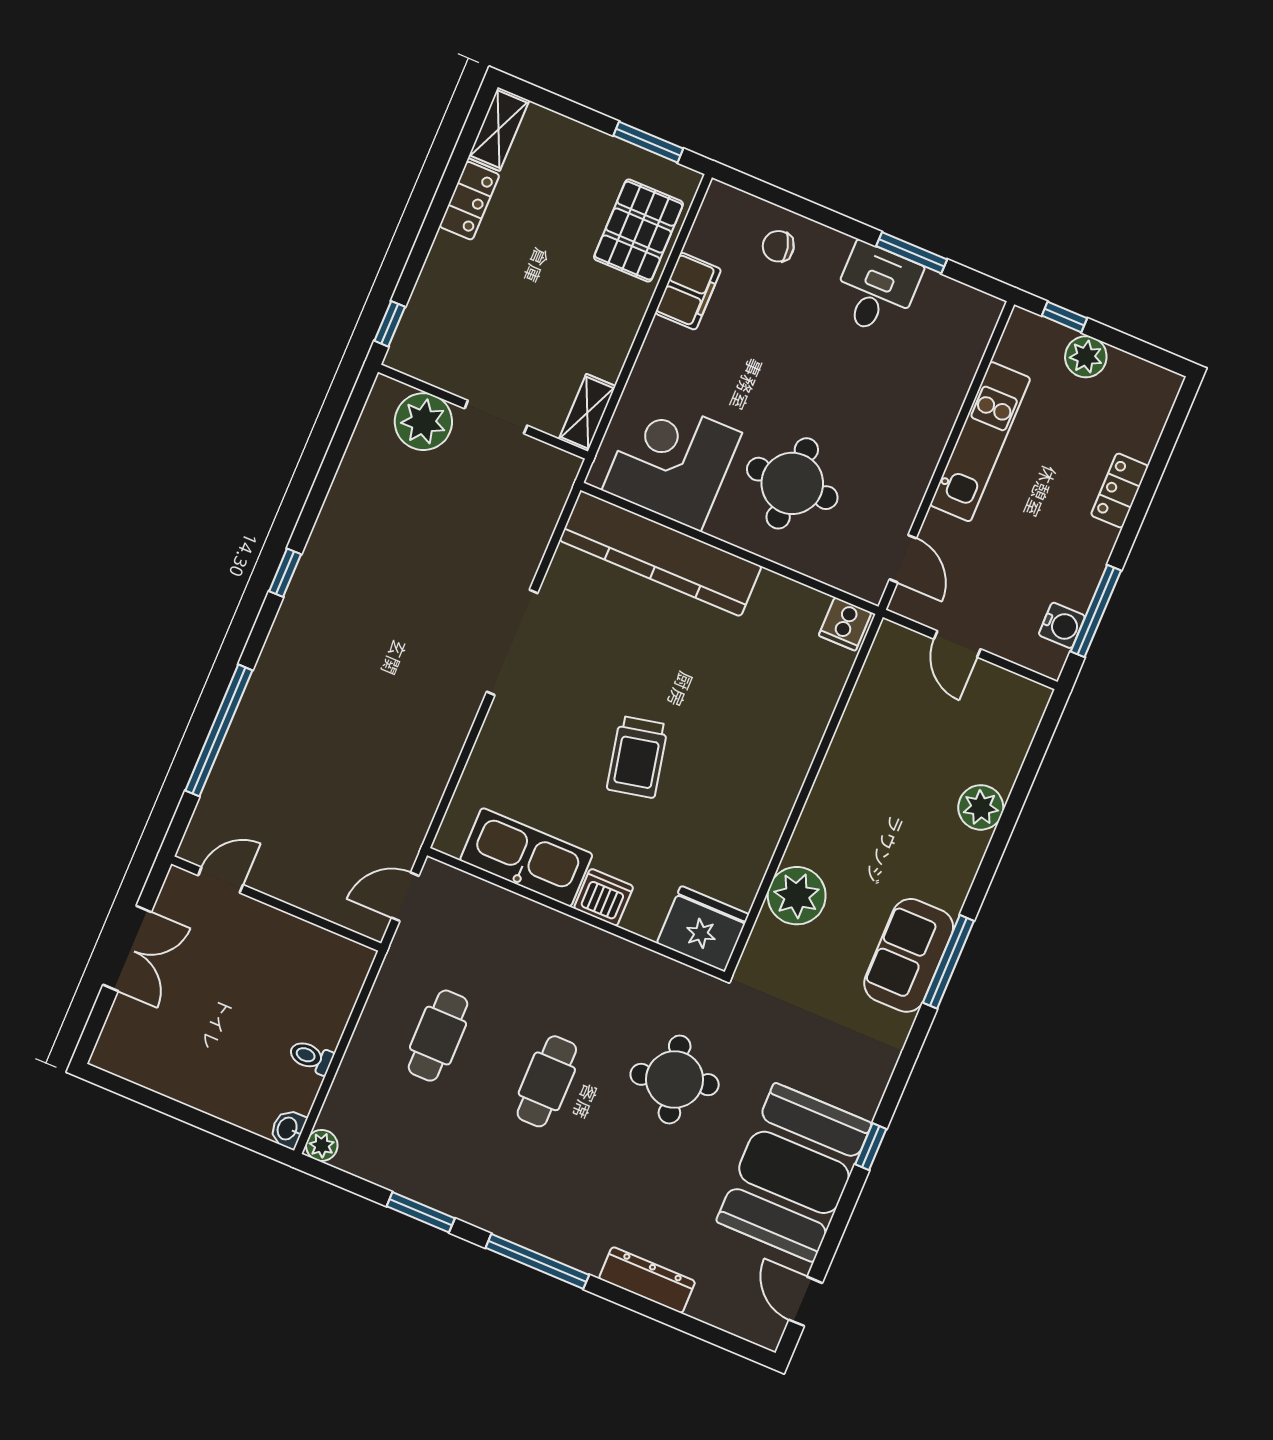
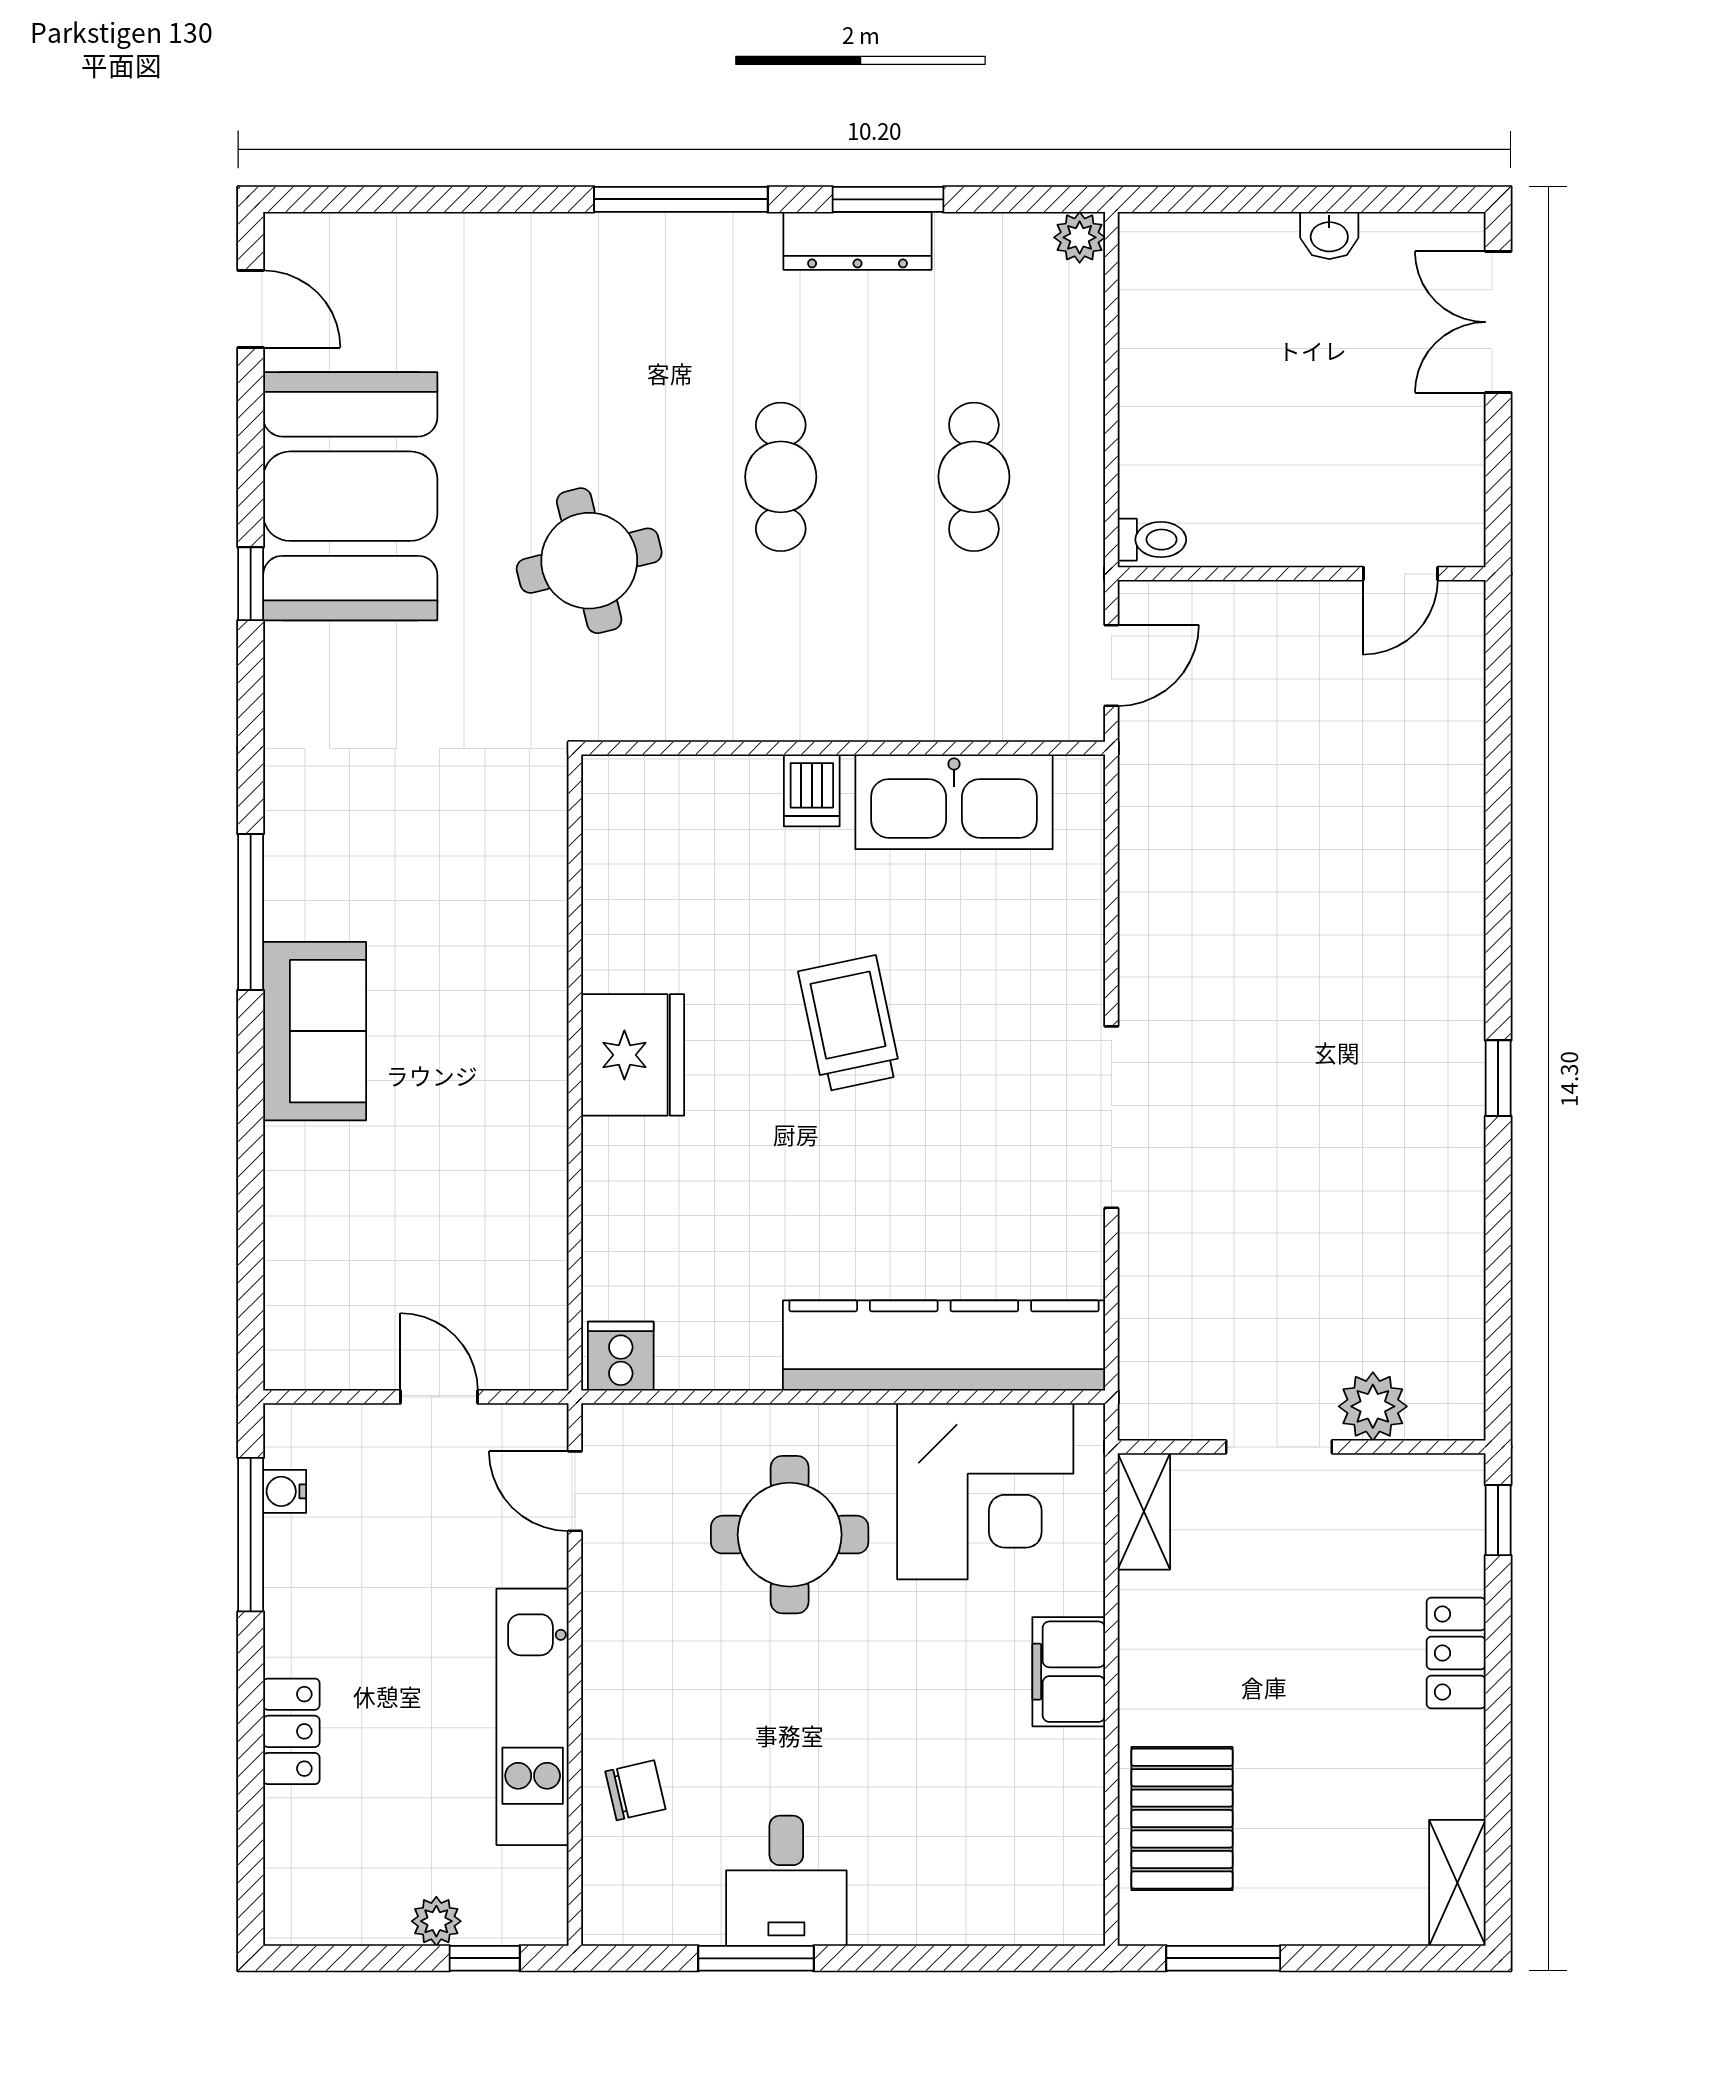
locker: (469, 201) -> (1456, 1653), moved
chair: (778, 246) -> (635, 1790), moved
filing cabinet: (688, 291) -> (1069, 1672), moved
plant: (1086, 357) -> (436, 1921), width x0.73, depth x0.73
plant: (423, 422) -> (1373, 1406), width x0.73, depth x0.73
water cooler: (1062, 625) -> (285, 1491), width x0.72, depth x0.72
window: (219, 730) -> (1498, 798), removed
plant: (981, 807) -> (300, 1165), removed
plant: (797, 896) -> (522, 915), removed
dishwasher: (604, 897) -> (812, 790), width x0.73
fridge: (703, 929) -> (633, 1055), moved, turned -90
double door: (127, 948) -> (1498, 322), moved
sofa: (909, 955) -> (315, 1031), moved
toilet: (311, 1057) -> (1152, 540), moved
washbasin: (288, 1129) -> (1329, 235), moved, turned 90
dresser: (647, 1280) -> (858, 241), moved

